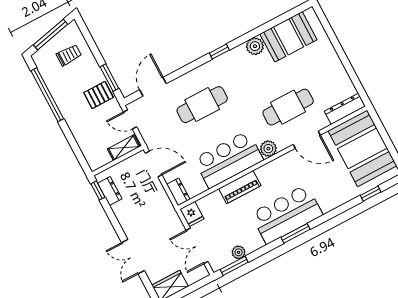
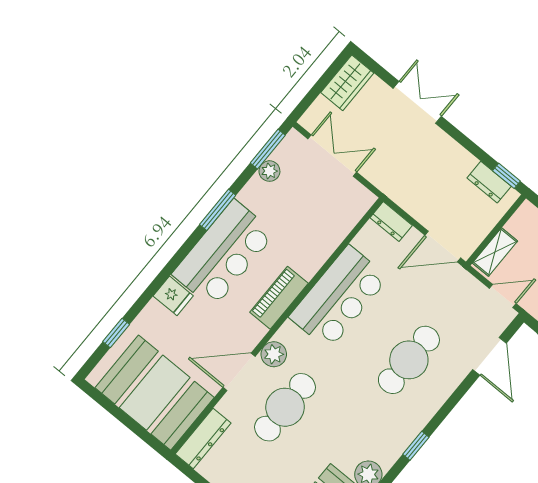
plant: (268, 149) -> (274, 354), moved
piano: (240, 187) -> (279, 298), moved
fridge: (192, 214) -> (173, 296), moved, turned 180
window: (296, 233) -> (218, 210), moved

